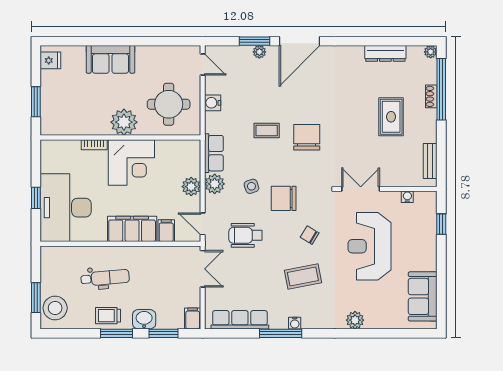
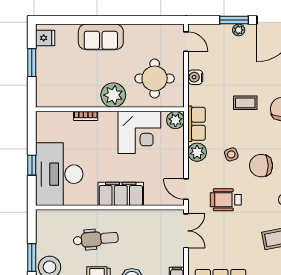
window: (36, 102) -> (32, 63), moved
corner desk: (131, 163) -> (139, 132), moved
plant: (191, 187) -> (175, 120), moved
filing cabinet: (166, 231) -> (152, 196), removed

